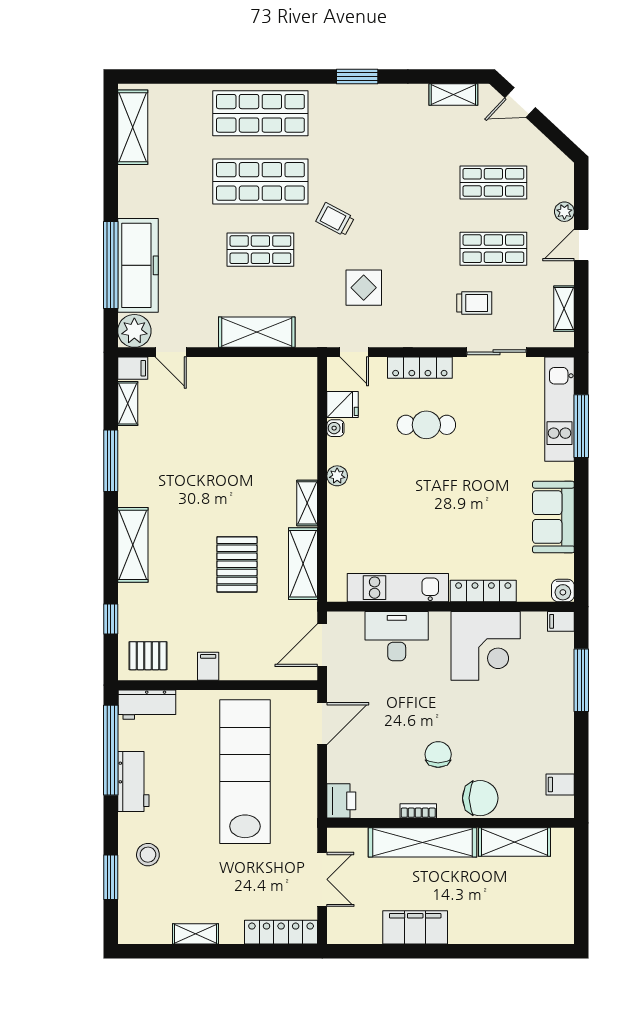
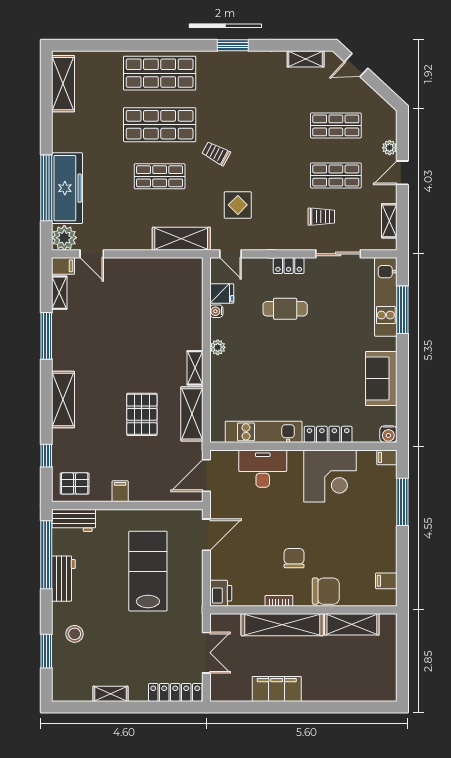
shelving: (257, 332) -> (181, 239), moved
locker: (420, 368) -> (289, 266), width x0.66
lab bench: (245, 772) -> (148, 571), width x0.73

